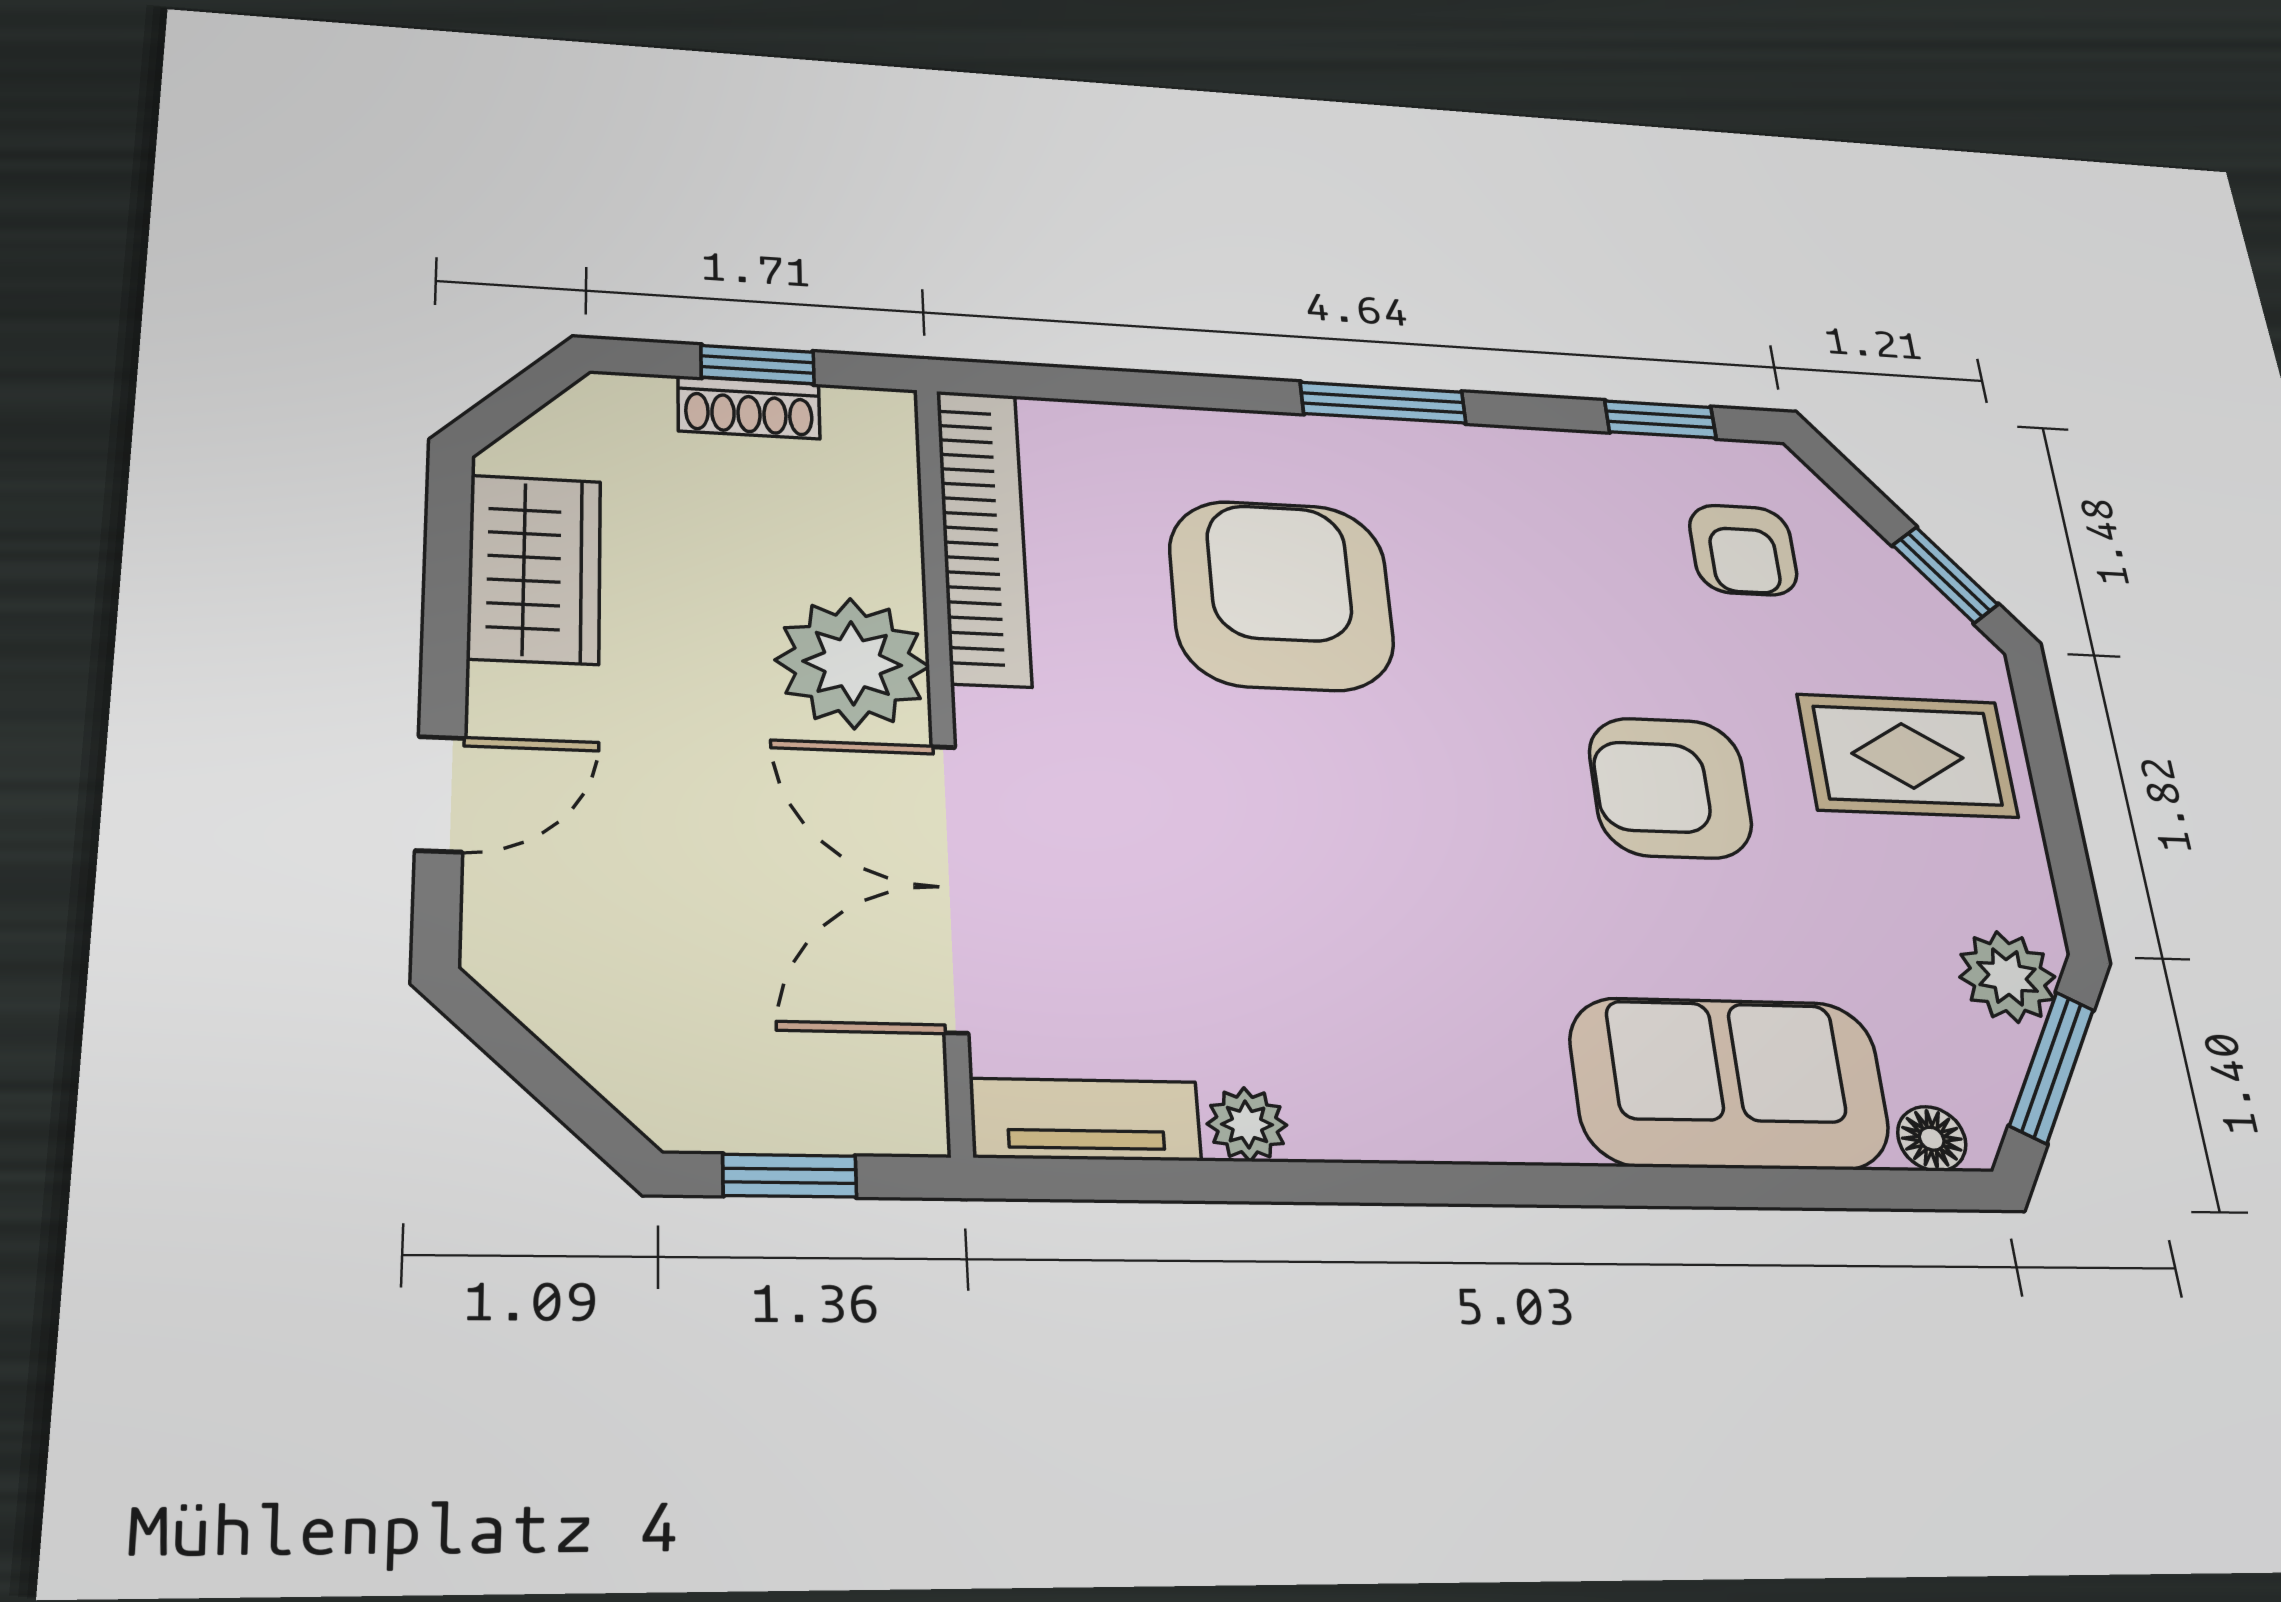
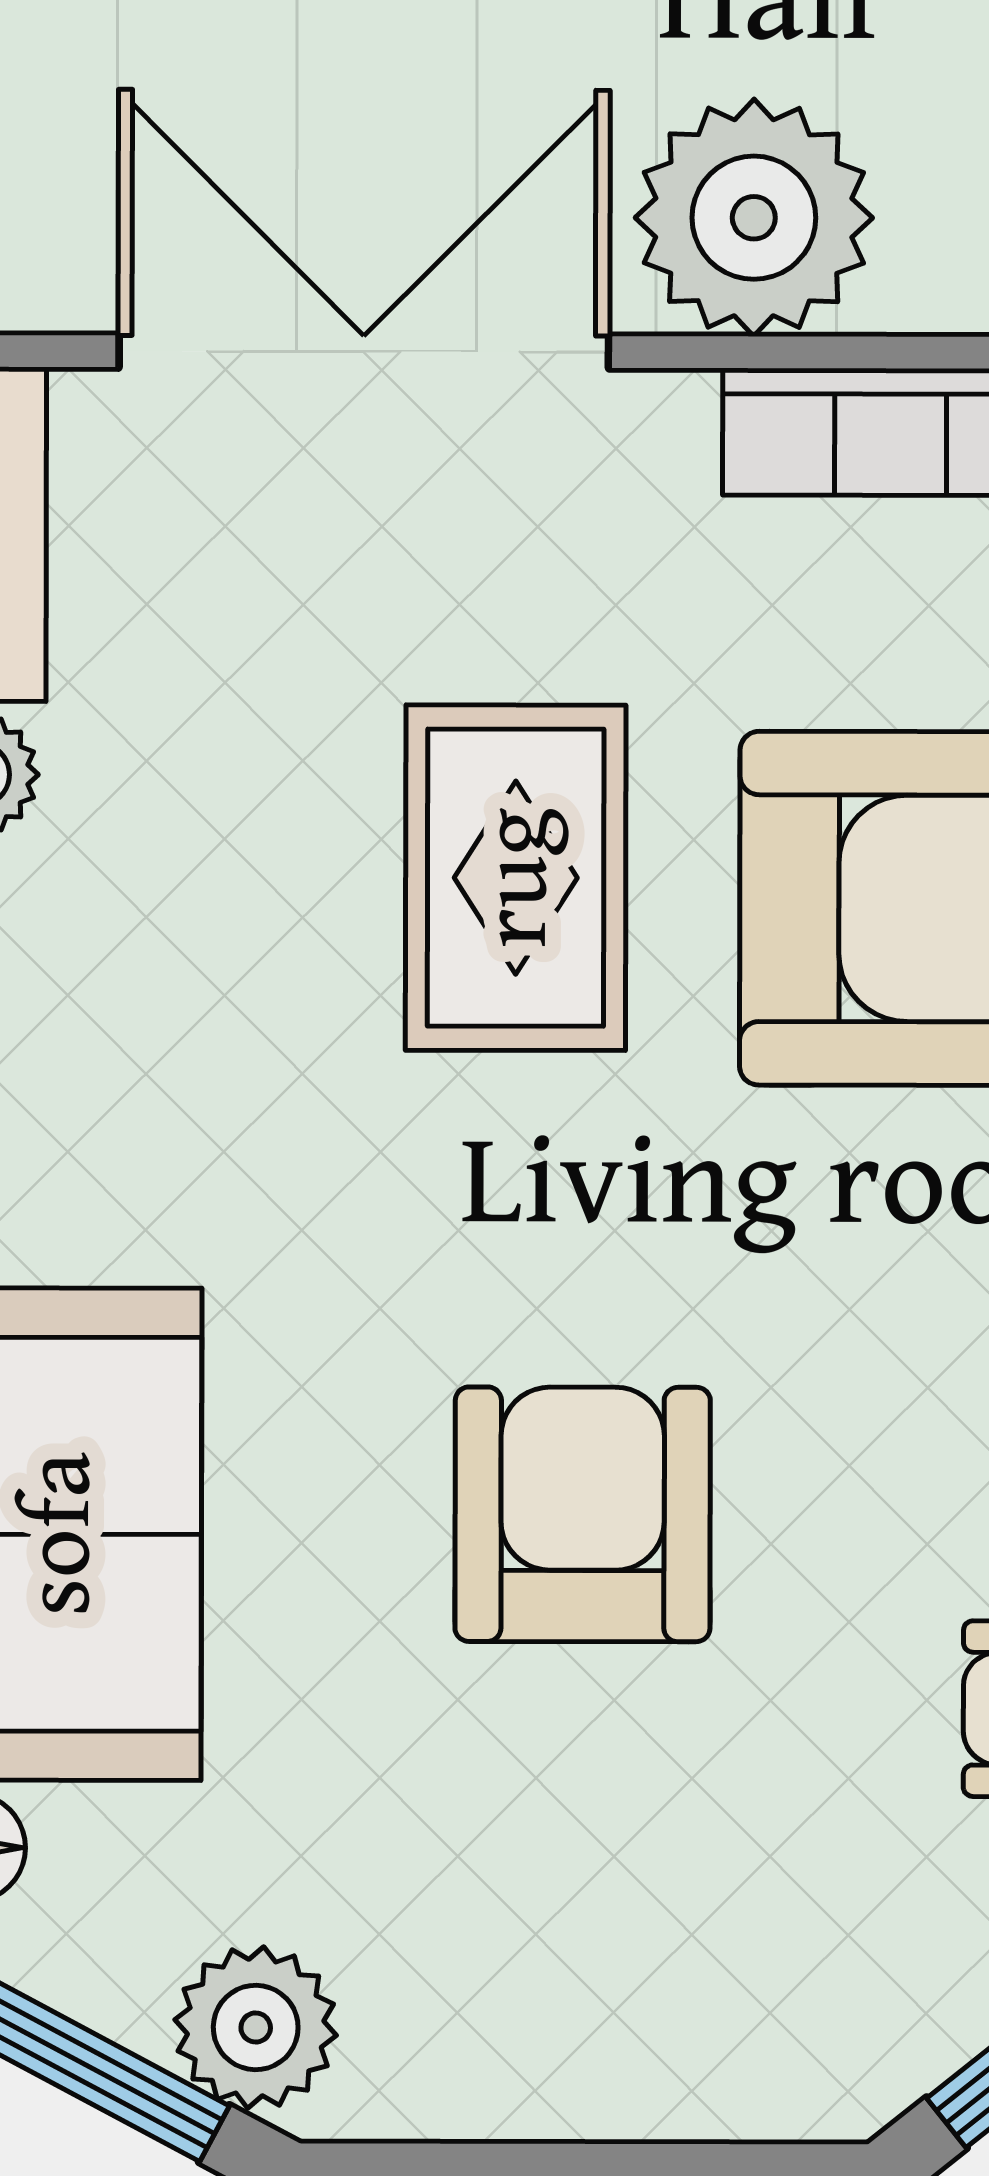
rug: (1907, 756) -> (516, 878), moved

